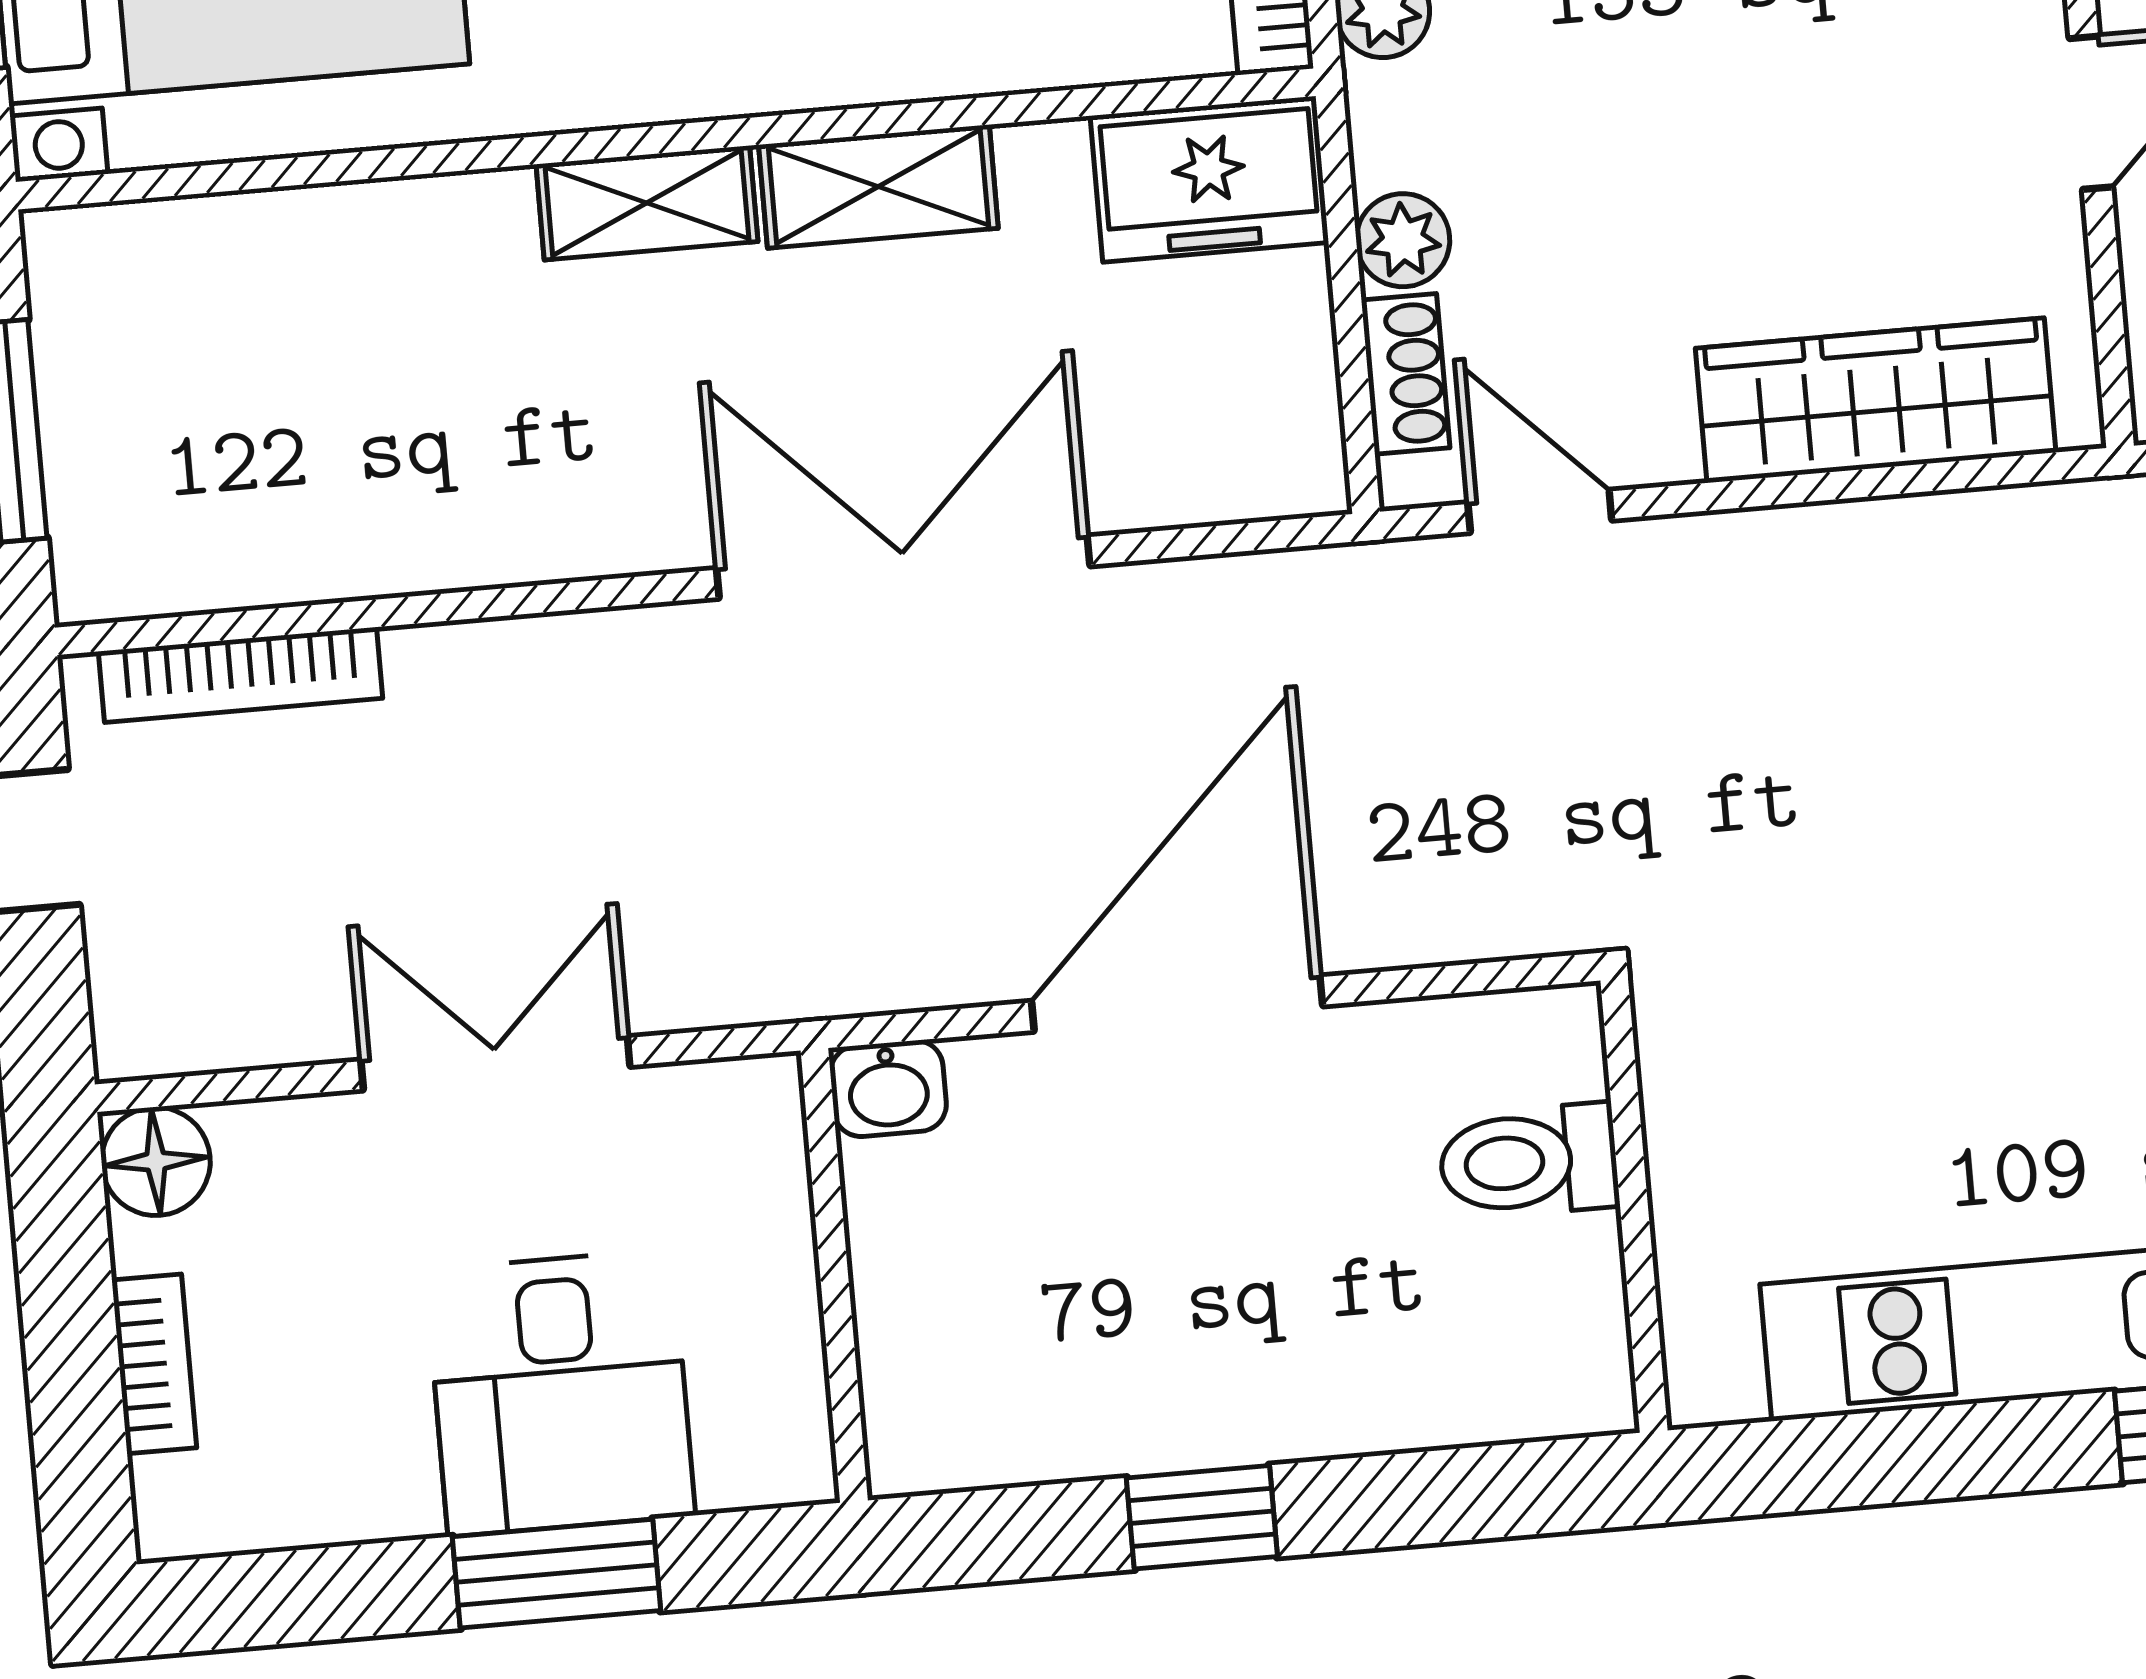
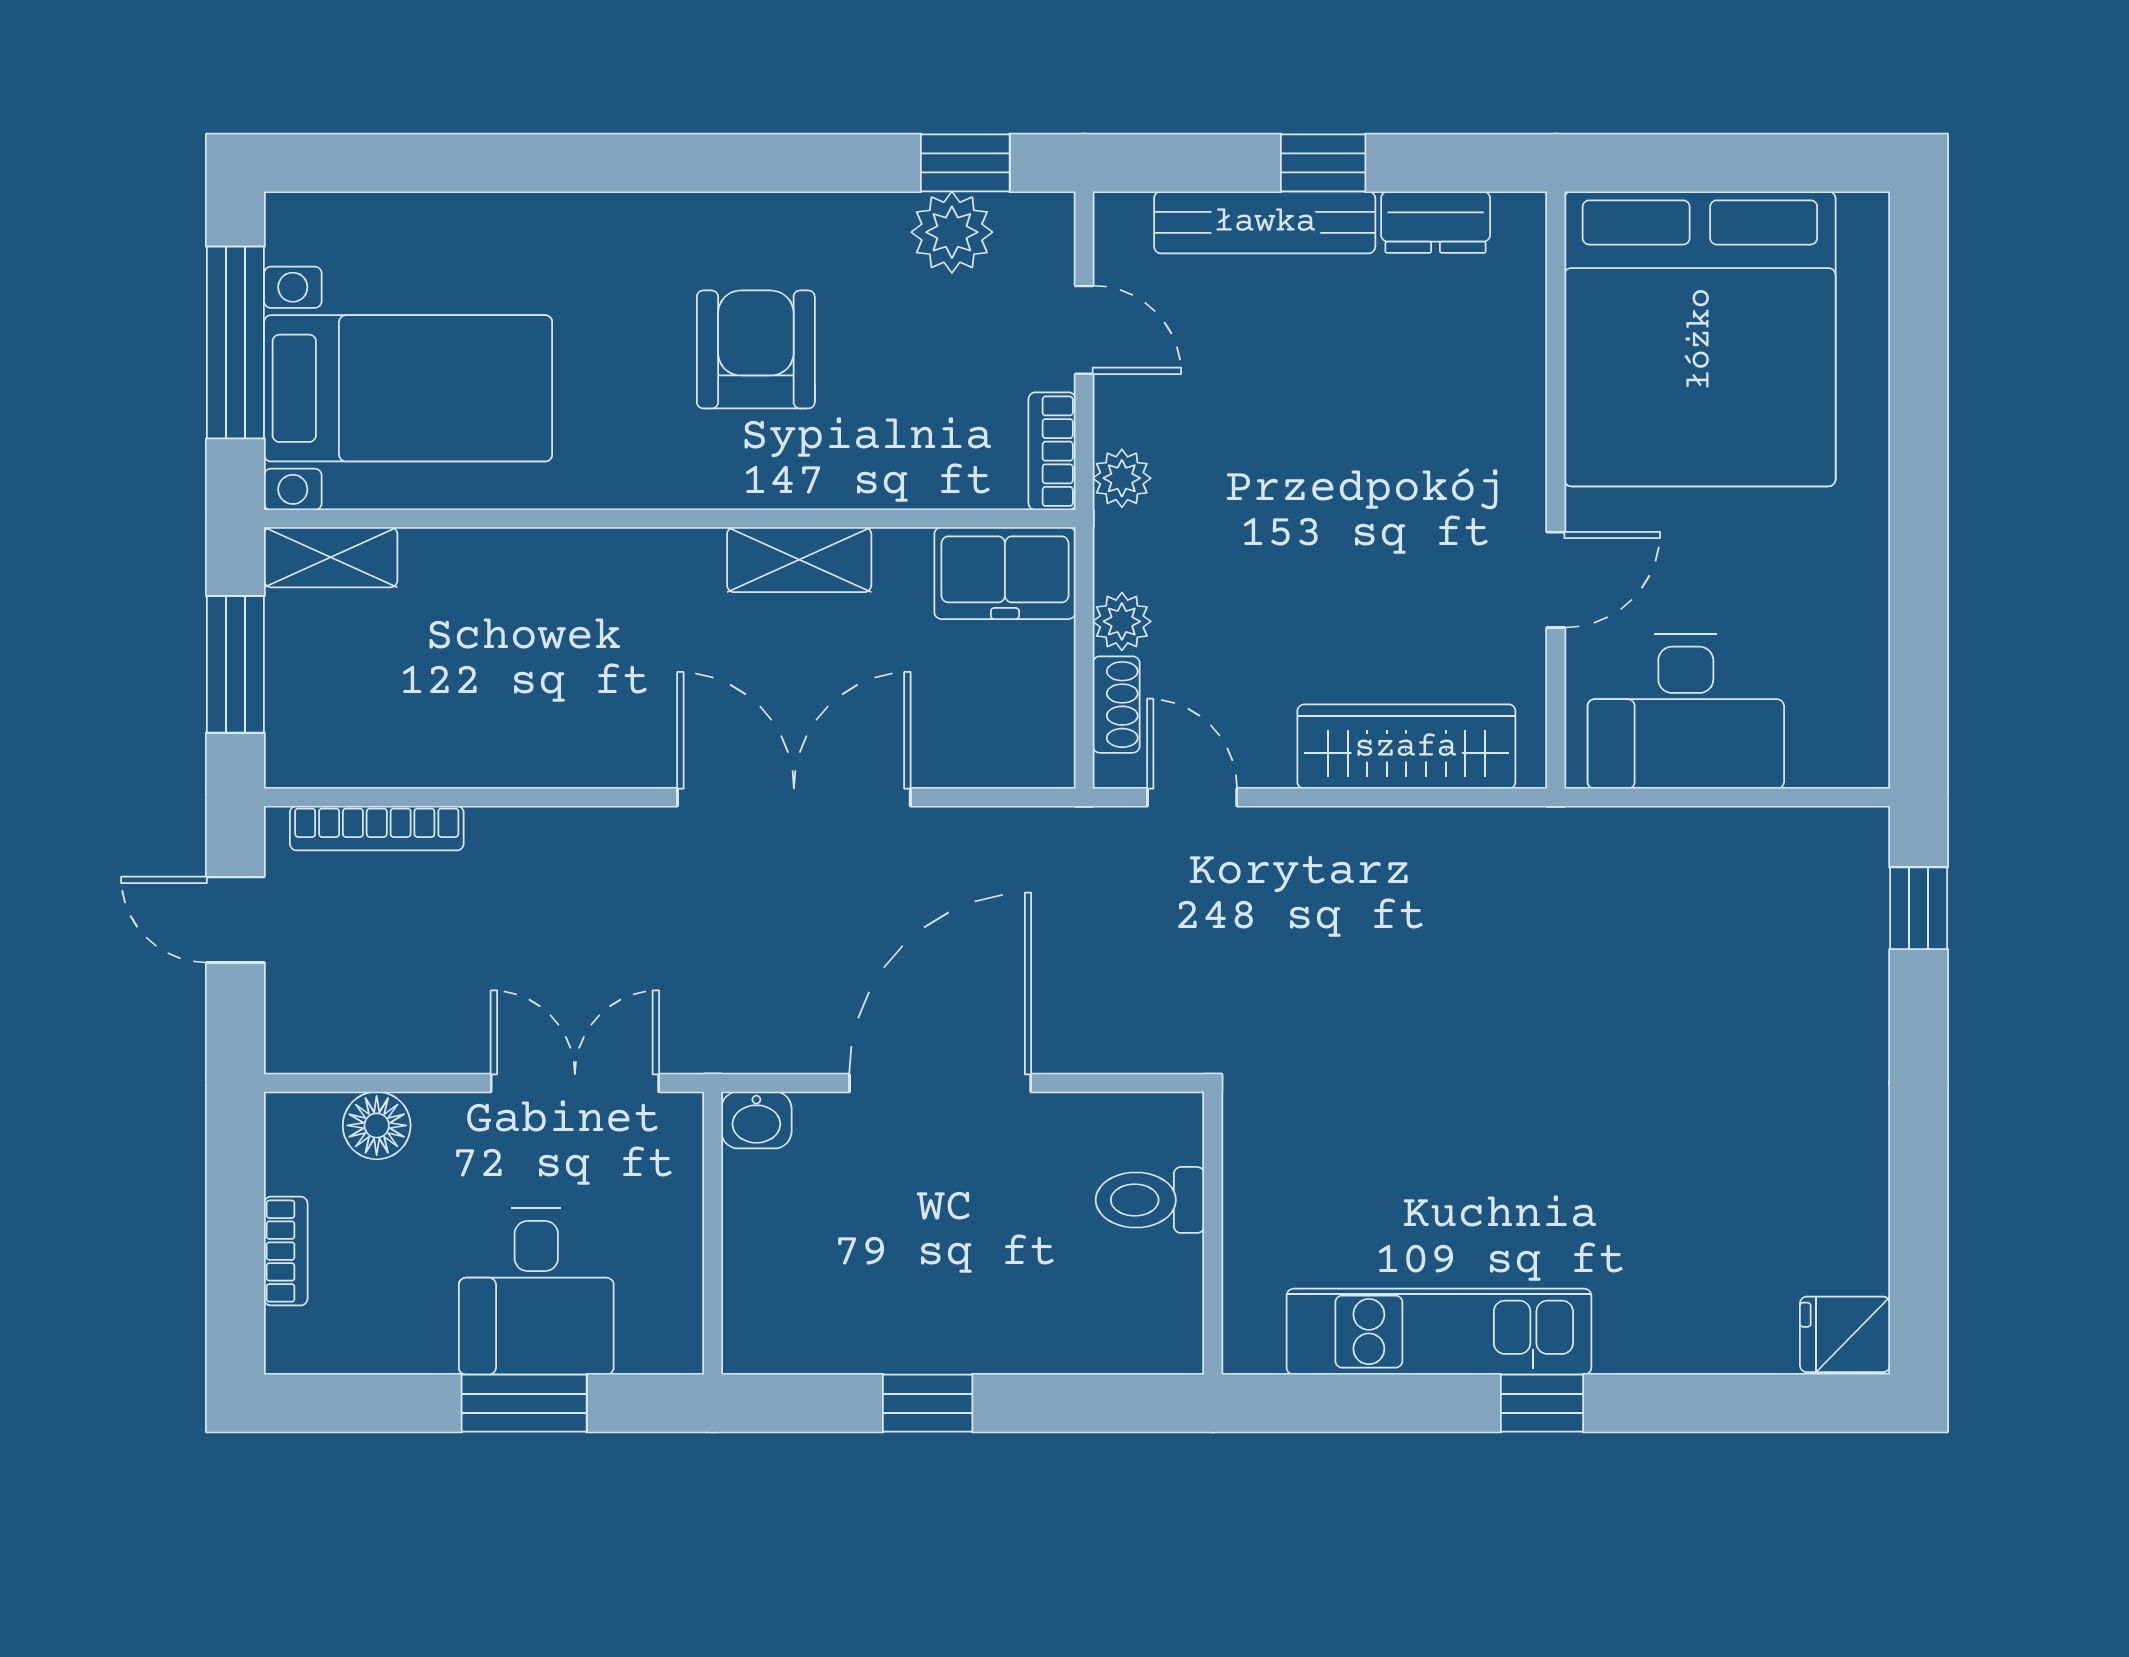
shelving: (647, 203) -> (331, 557), moved
double door: (495, 1063) -> (575, 1083), moved
floor lamp: (156, 1161) -> (377, 1125), moved

